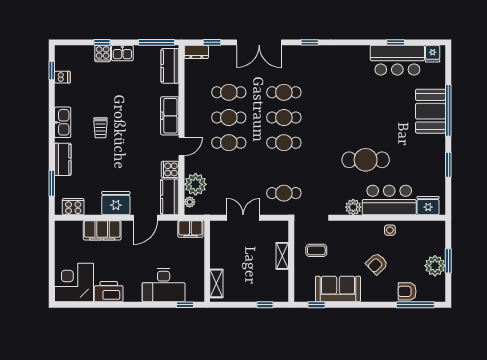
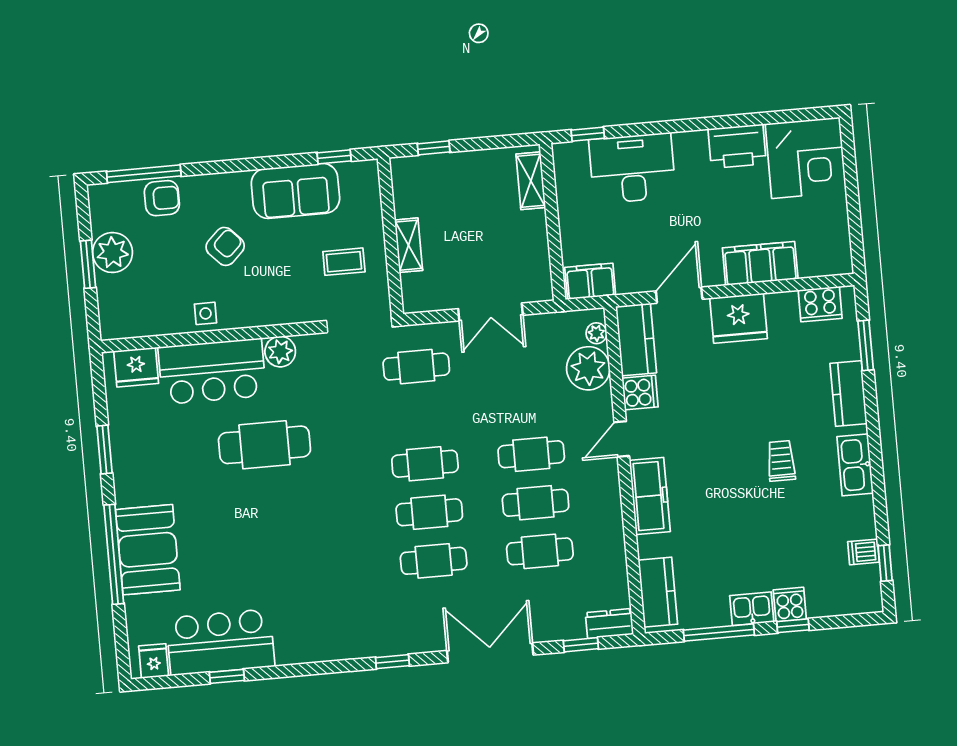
window: (157, 42) -> (719, 632), moved

